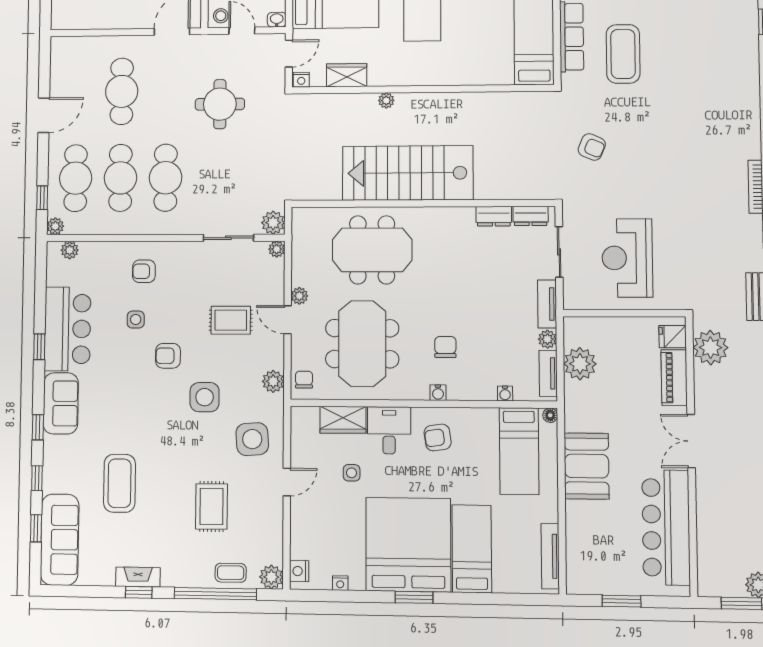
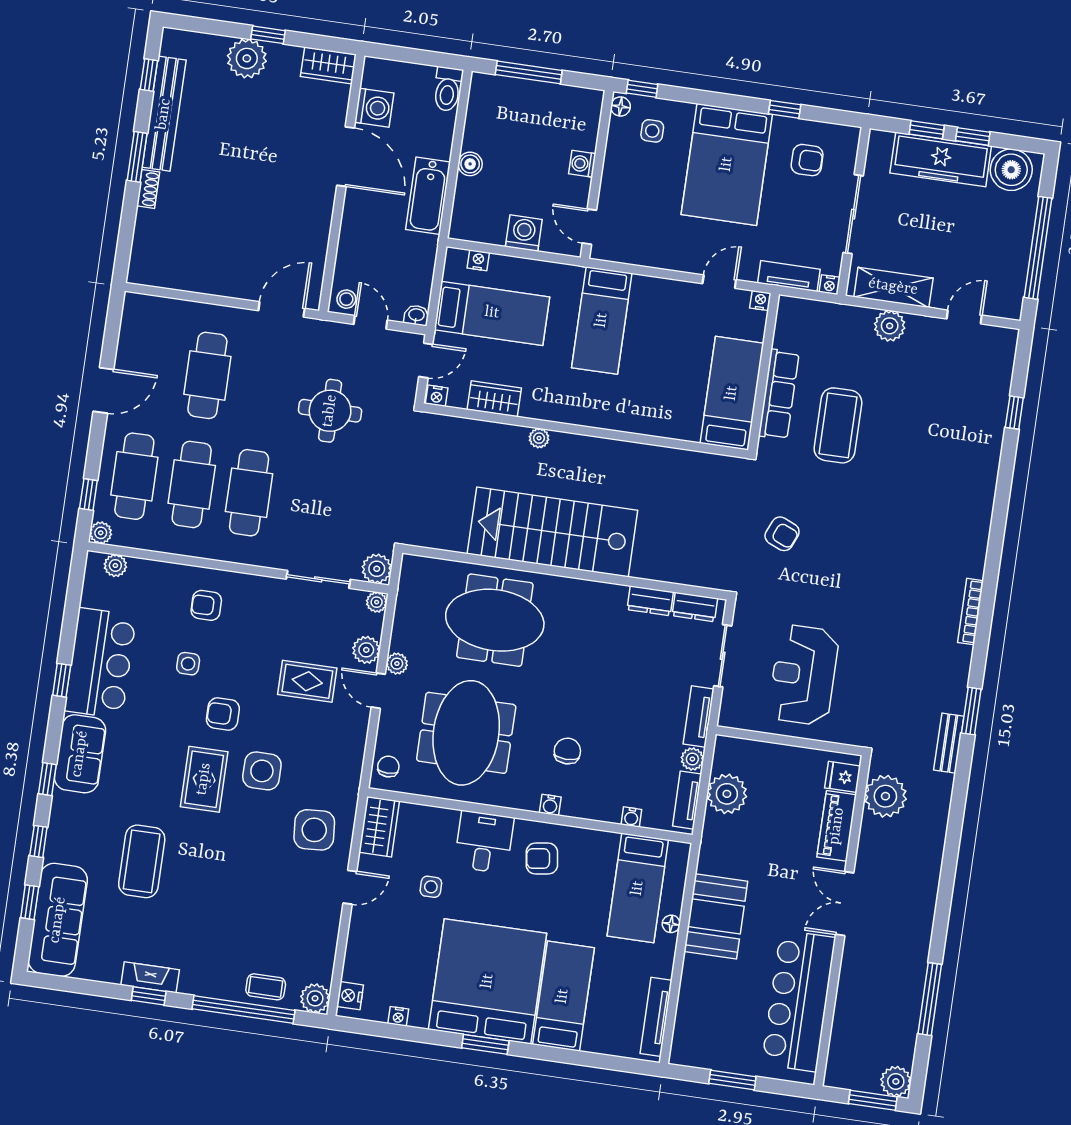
plant: (273, 381) -> (366, 650), moved
floor lamp: (550, 415) -> (671, 924), moved
wardrobe: (343, 420) -> (379, 827), moved, turned -90
rug: (211, 506) -> (204, 779), moved

